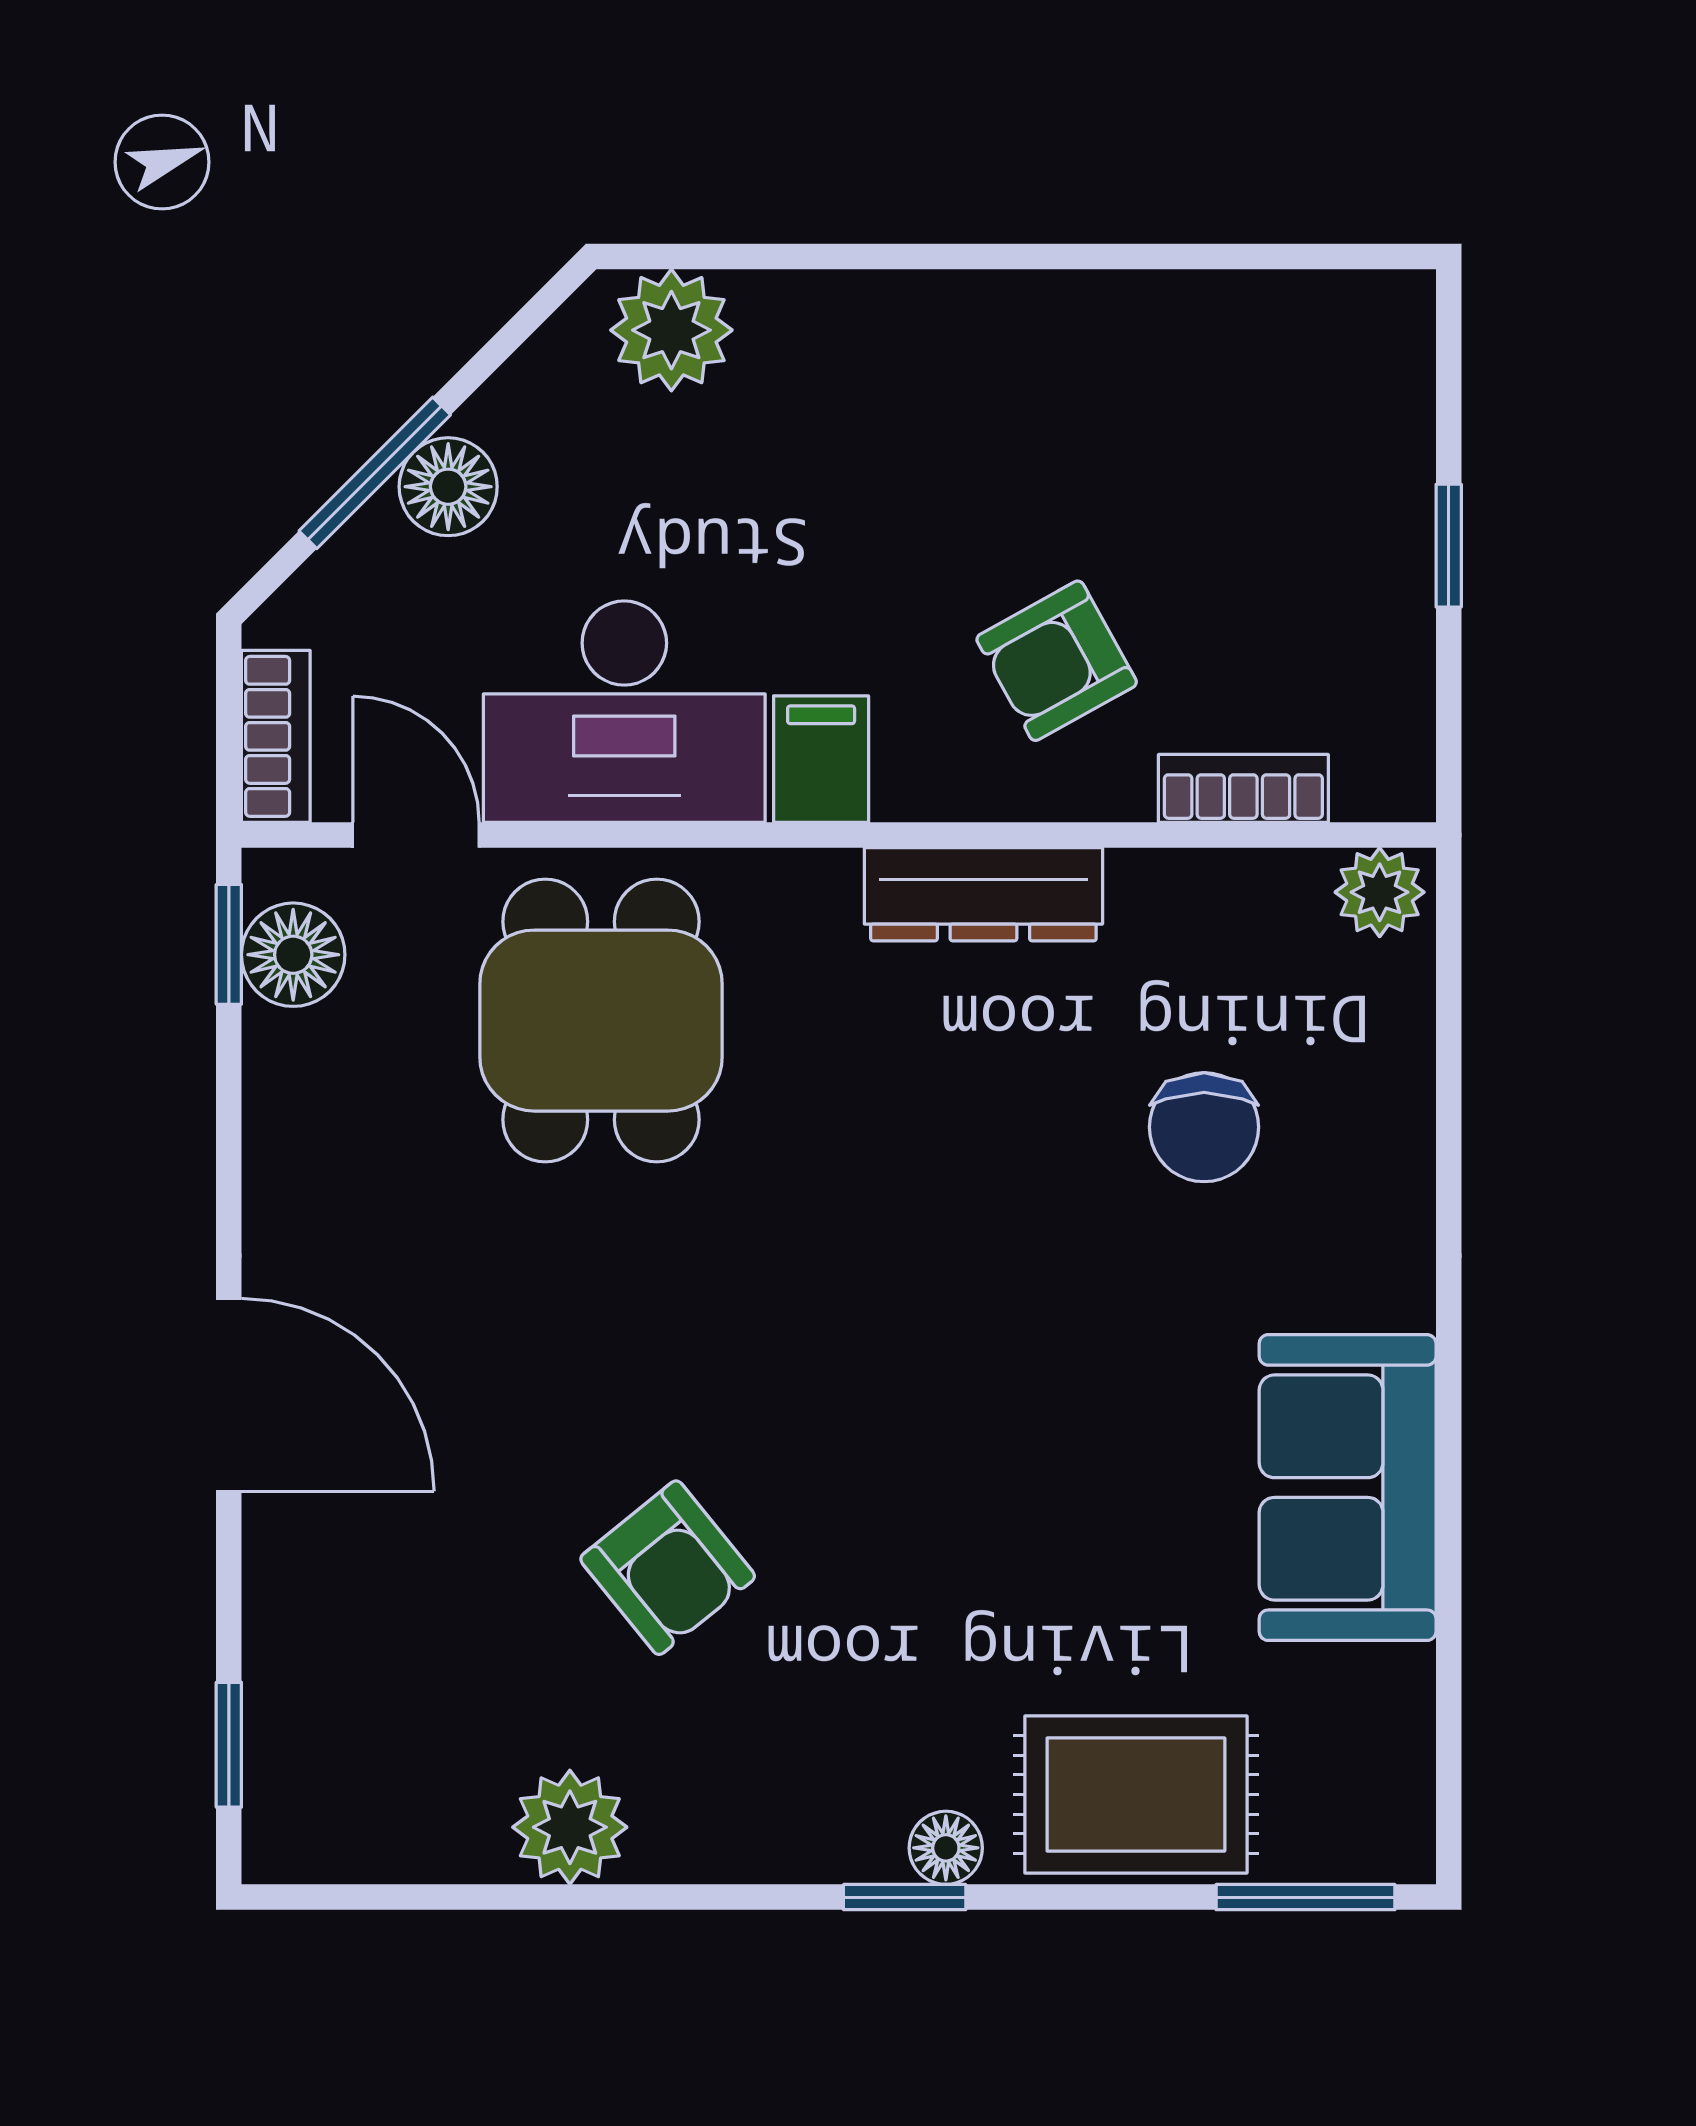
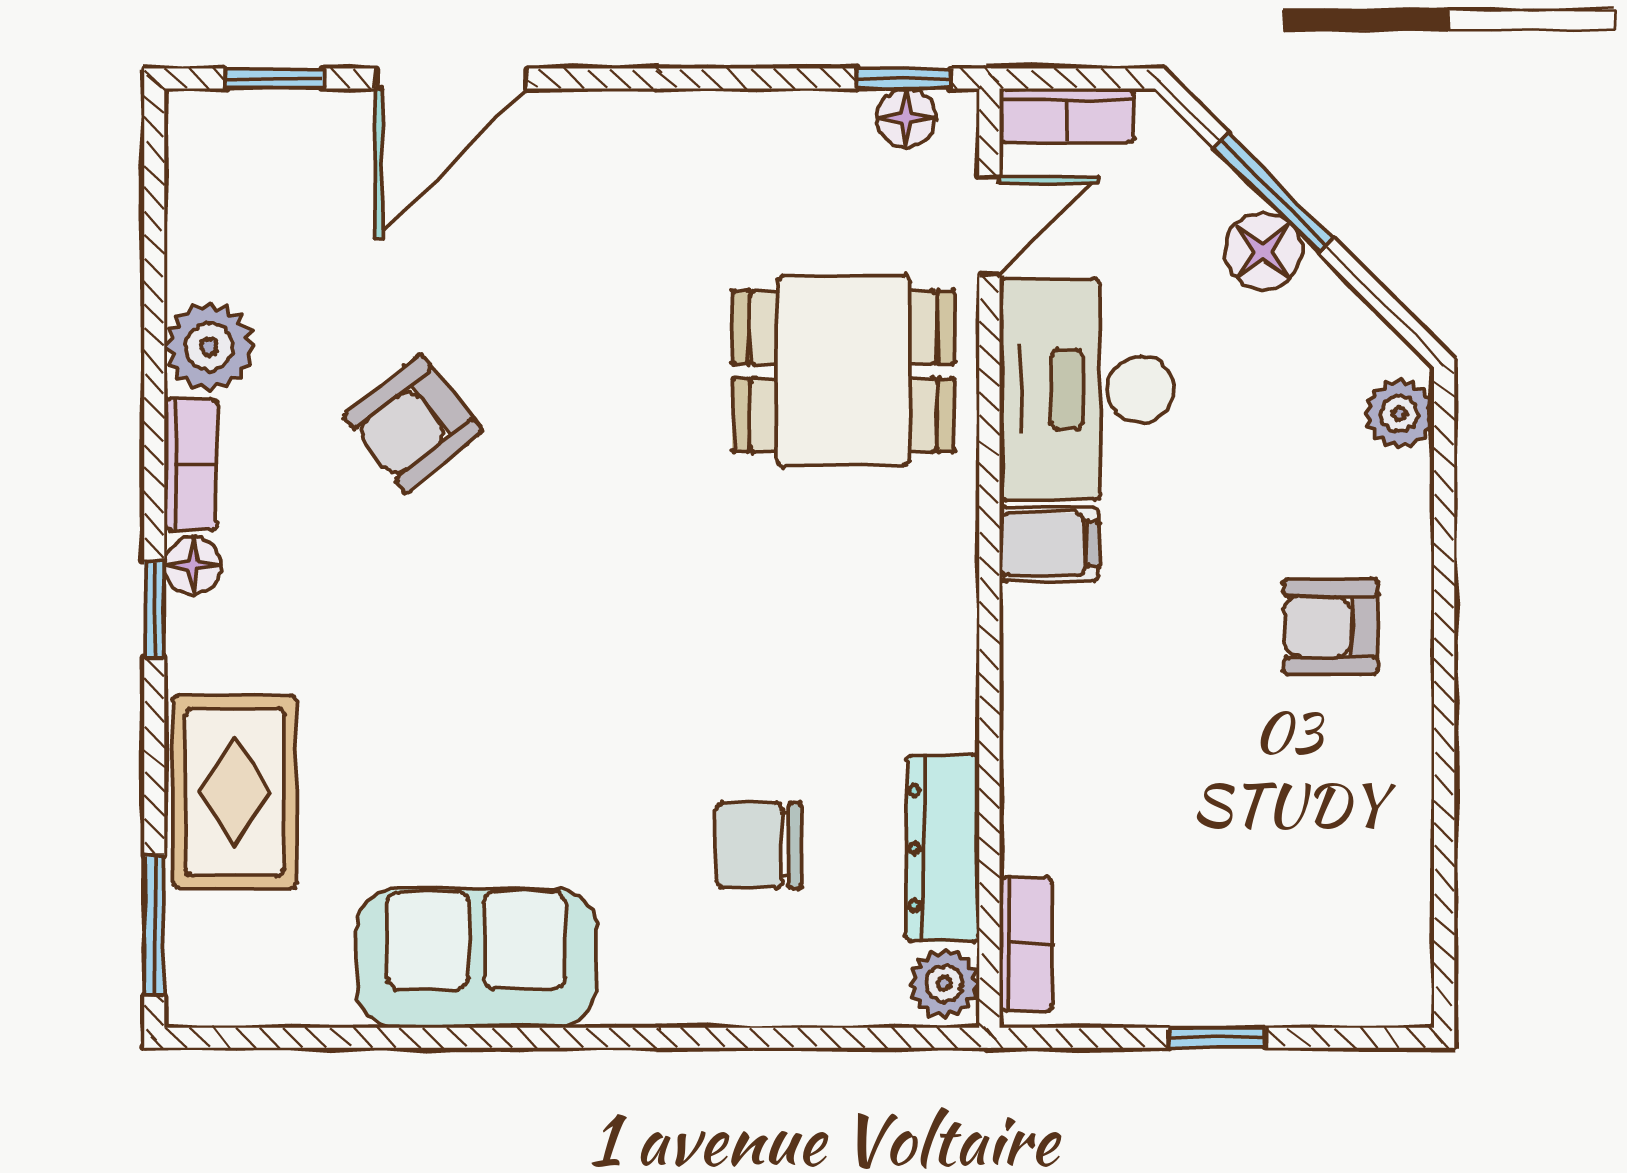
plant: (671, 330) -> (1399, 413), width x0.73, depth x0.73
armchair: (1057, 661) -> (1331, 626), moved, turned -61
bookcase: (1243, 788) -> (1026, 944), moved
dresser: (983, 894) -> (943, 848), moved
floor lamp: (293, 955) -> (906, 118), width x0.73, depth x0.73
door: (229, 1395) -> (451, 78), moved
floor lamp: (946, 1848) -> (193, 566), moved
bookcase: (719, 1851) -> (190, 464), added

